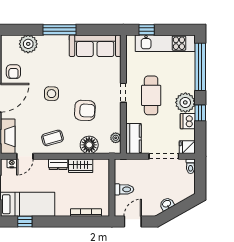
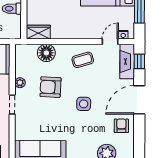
plant: (116, 138) -> (20, 83), moved
dresser: (58, 164) -> (77, 34), removed
wardrobe: (81, 166) -> (38, 32), moved

